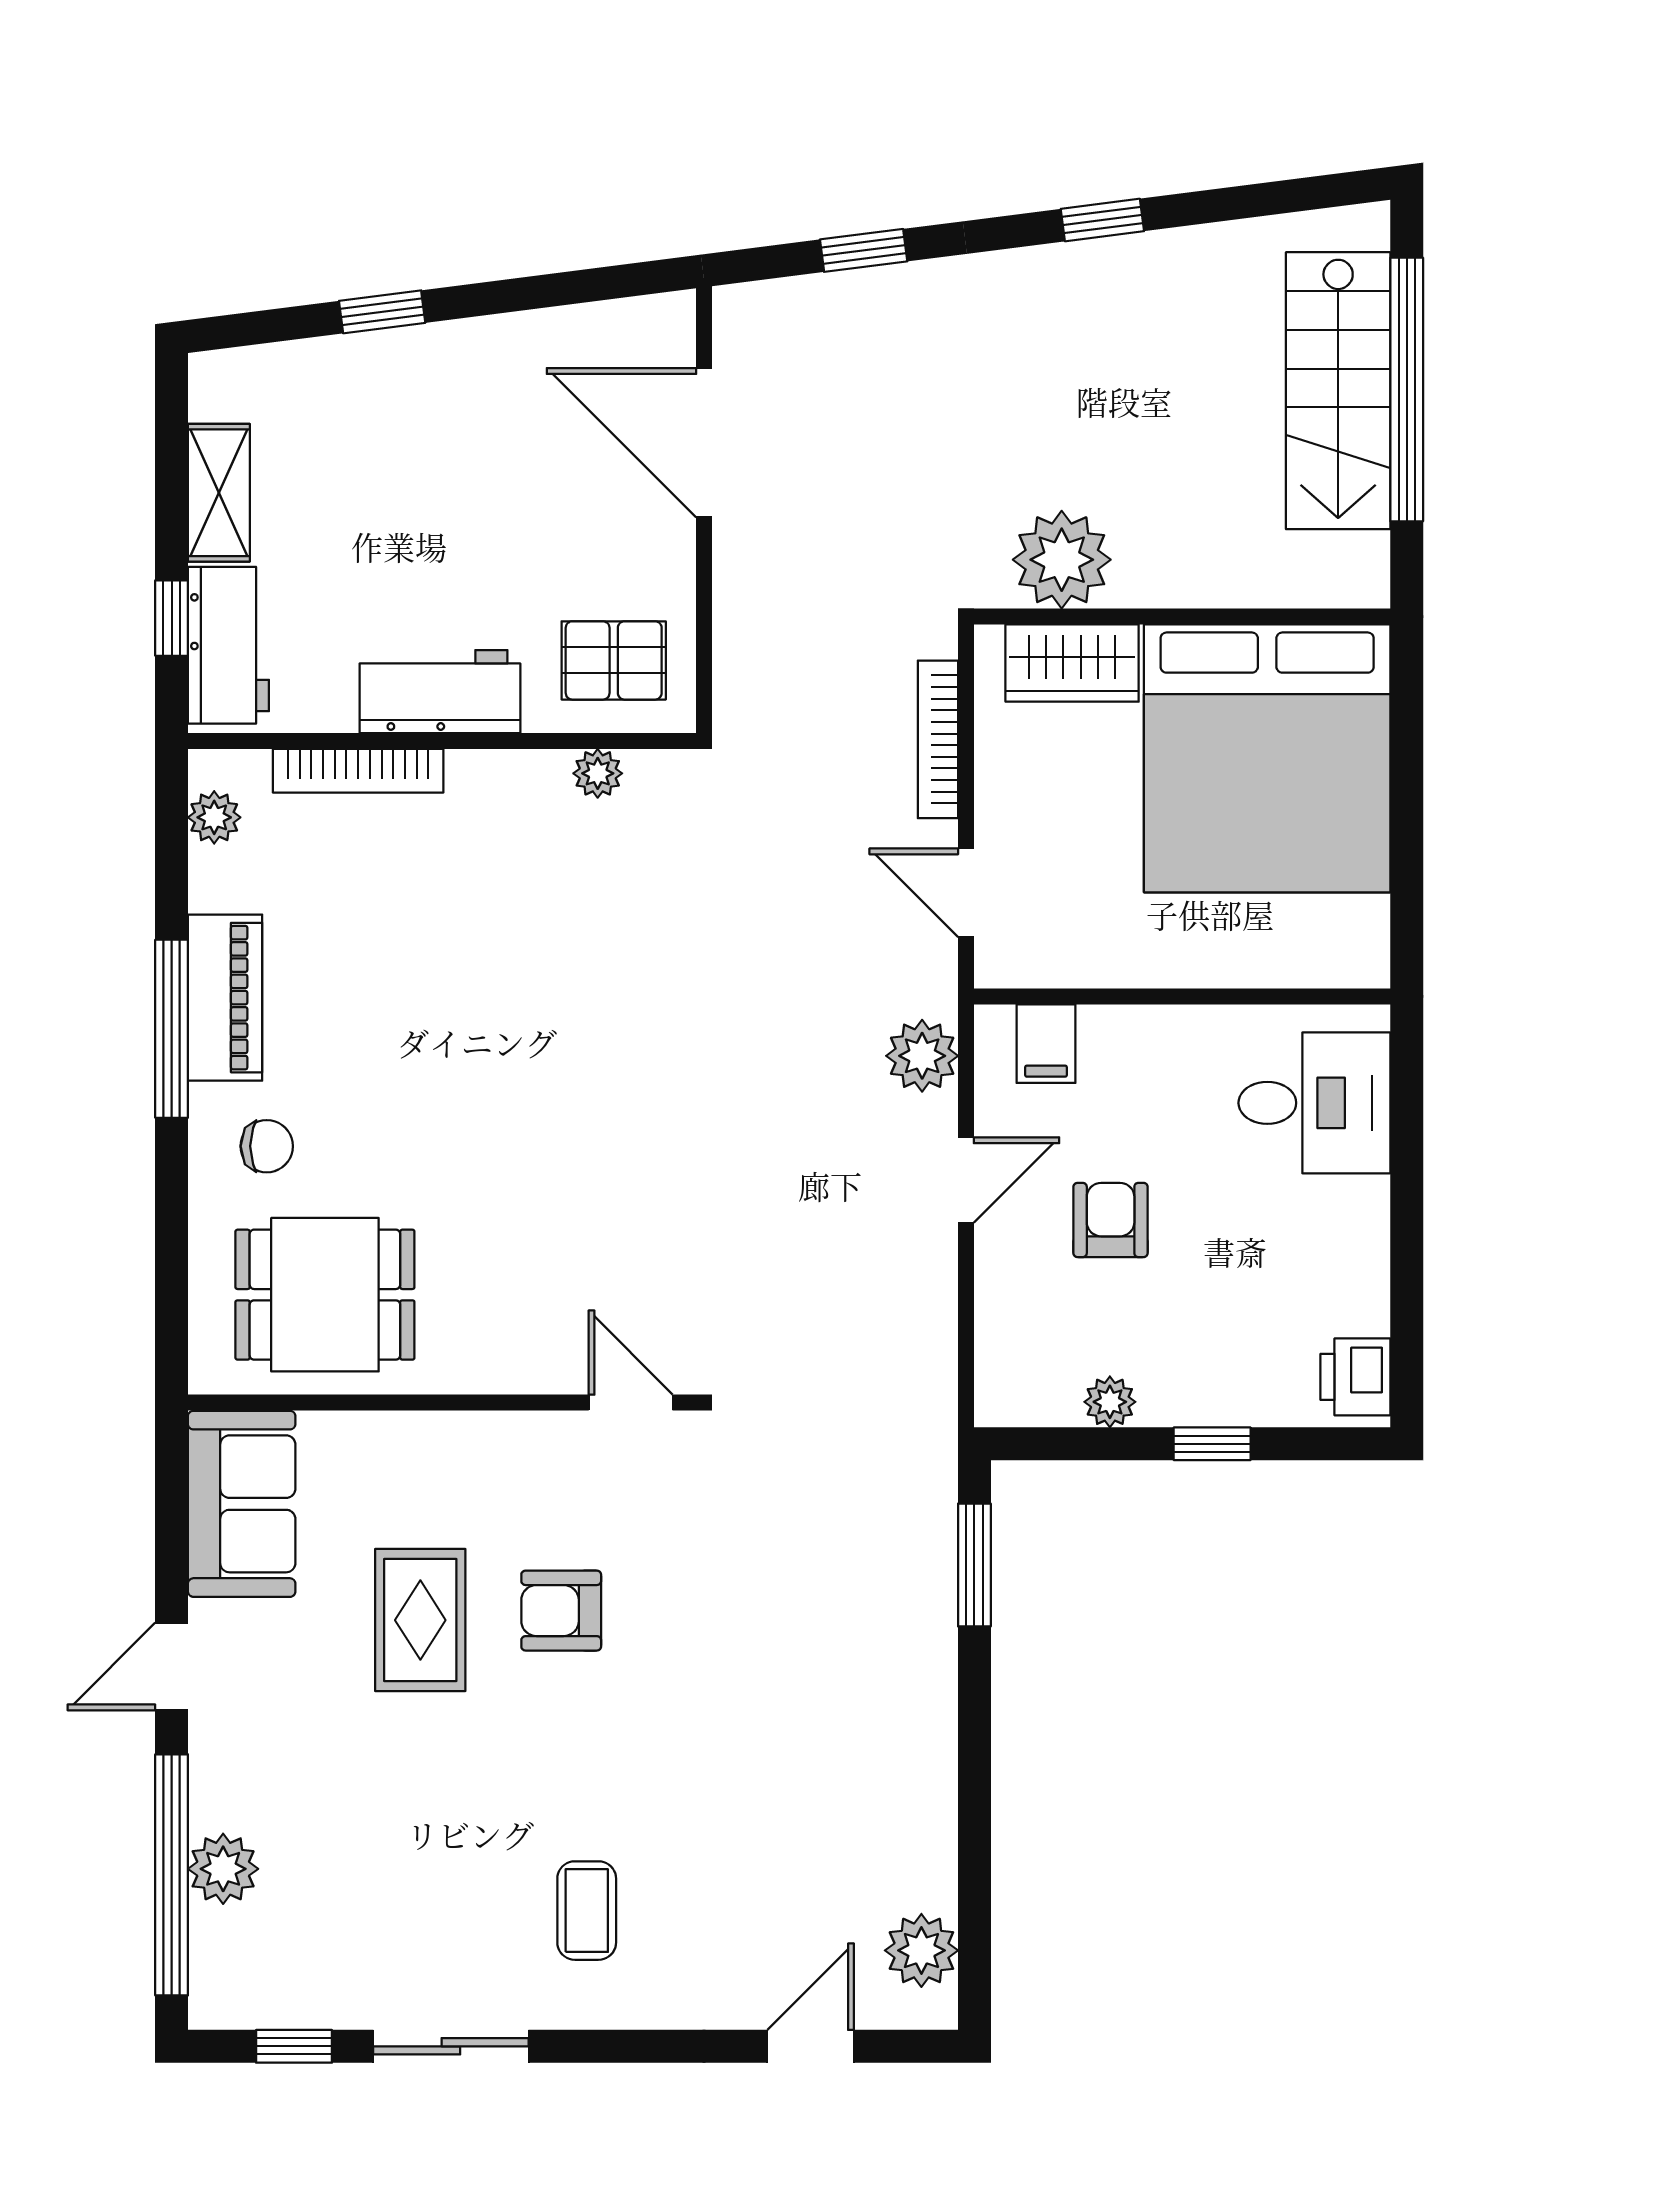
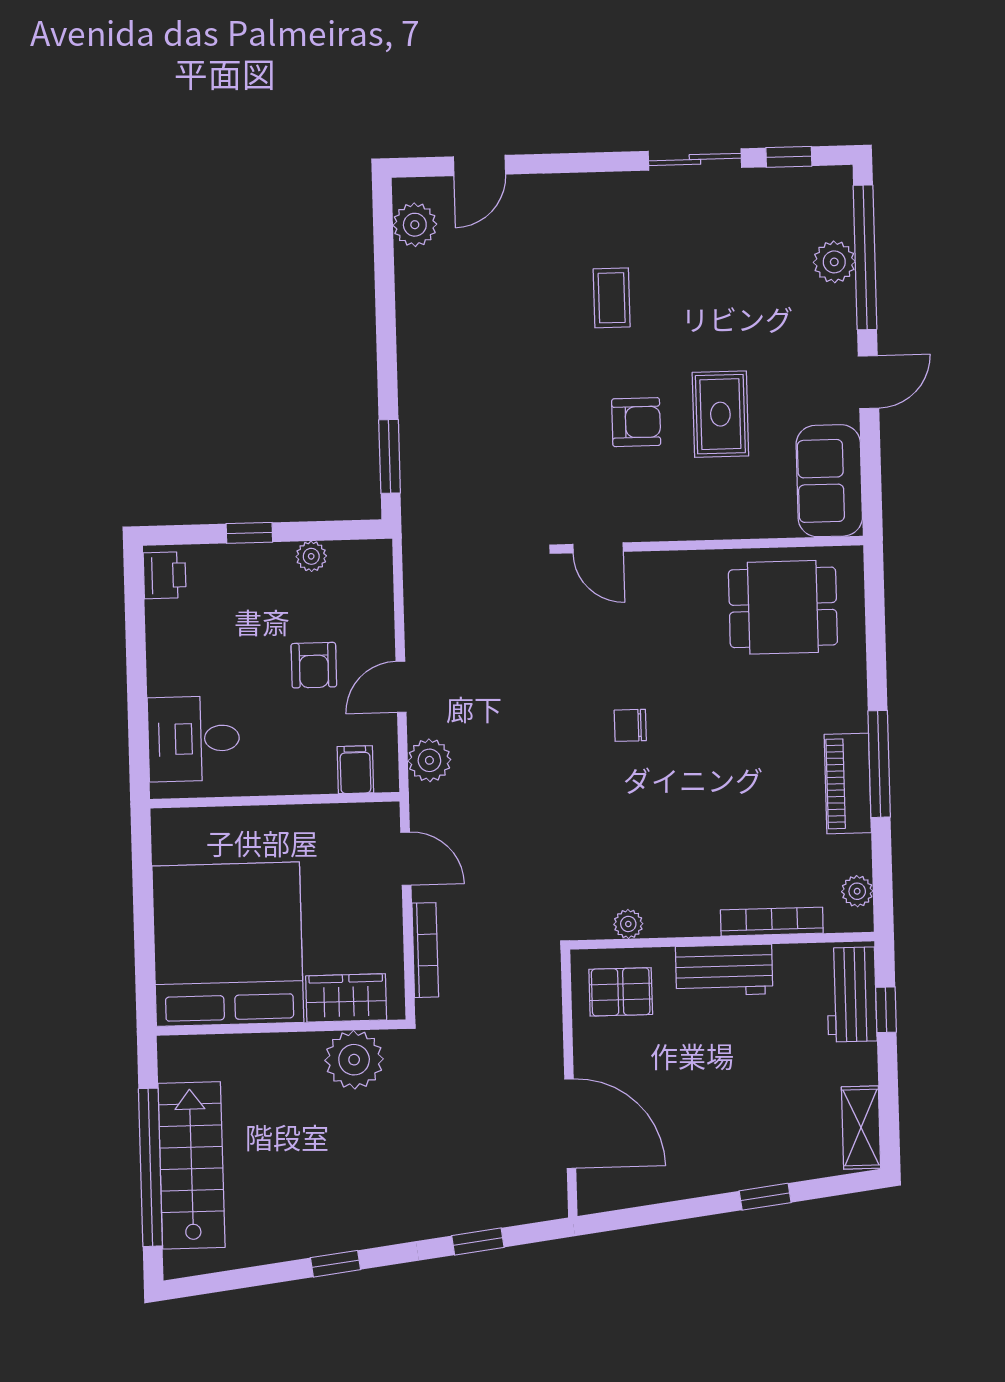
shelving: (219, 493) -> (861, 1128), moved
chair: (267, 1146) -> (630, 725), moved
coffee table: (587, 1911) -> (612, 298), moved

